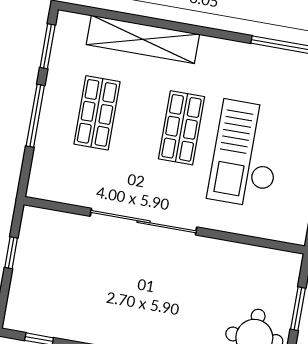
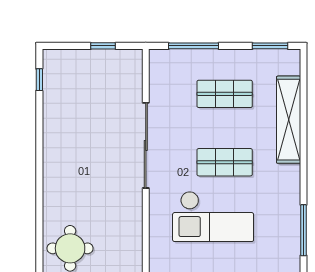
window: (35, 116) -> (194, 46), moved
checkout: (246, 154) -> (213, 216), turned 180

